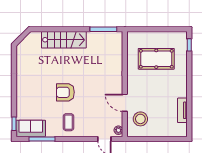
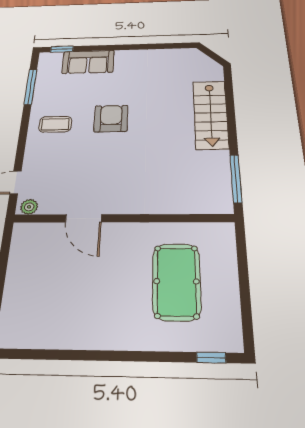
door: (125, 103) -> (84, 218), swing flipped
tv unit: (182, 110) -> (56, 338), removed
stool: (140, 119) -> (47, 248), removed
sofa: (31, 128) -> (88, 62), moved, turned 90

